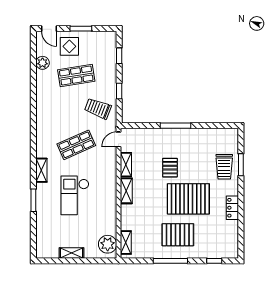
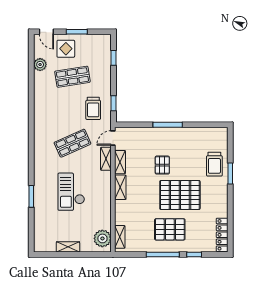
window: (119, 91) -> (114, 103), moved
trolley: (98, 108) -> (93, 108), turned -111
window: (241, 165) -> (230, 174), moved
shelving: (41, 170) -> (106, 159), moved
locker: (232, 208) -> (222, 235), moved, width x1.53
window: (214, 261) -> (194, 255), moved

